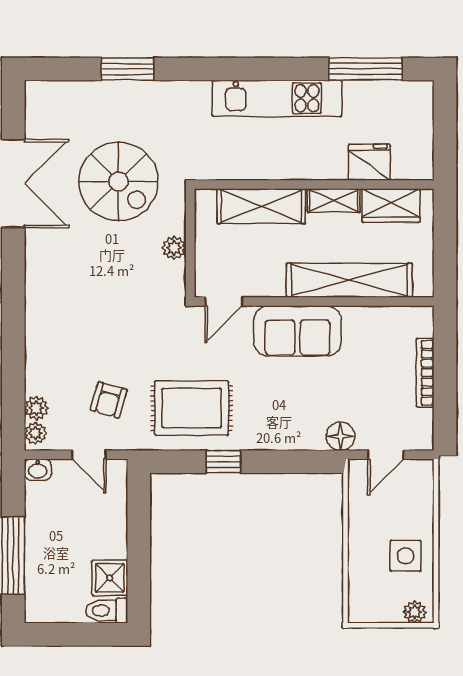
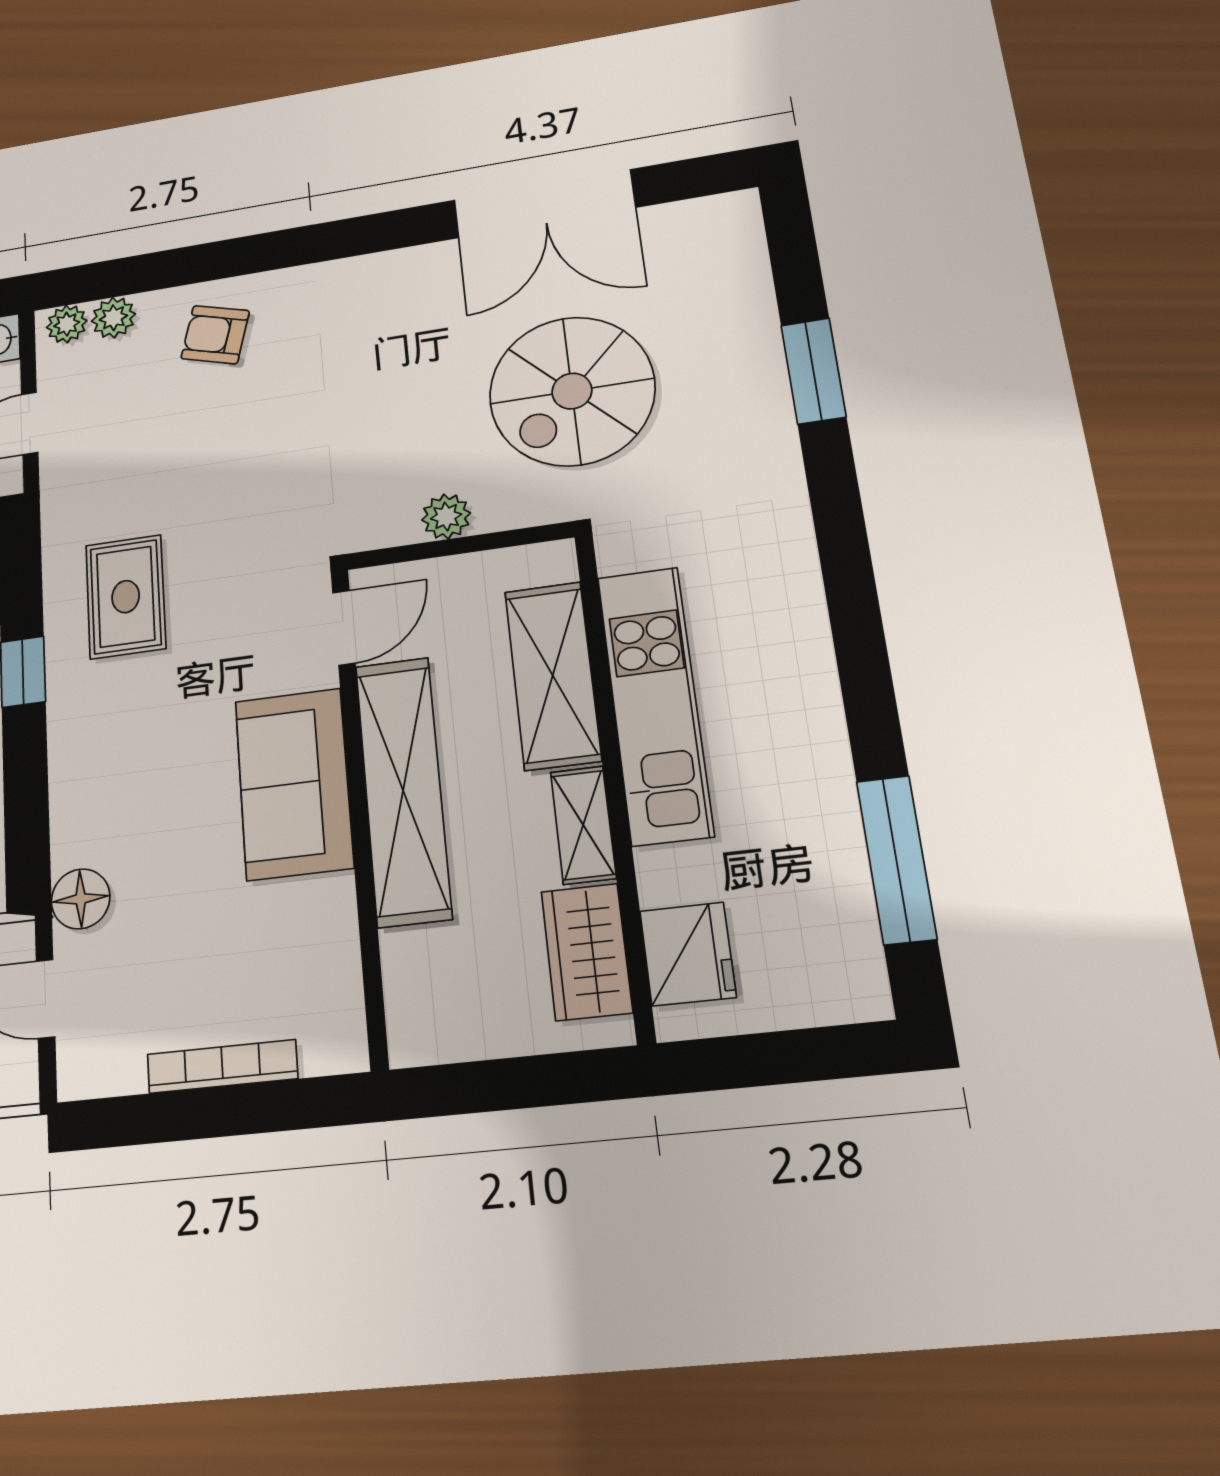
kitchen unit: (277, 98) -> (655, 704), moved, turned 180
fridge: (369, 162) -> (688, 954), moved
shelving: (349, 280) -> (403, 790), moved
door: (224, 301) -> (344, 628), swing flipped
armchair: (109, 400) -> (215, 335), moved
rug: (192, 408) -> (126, 597), width x0.73, depth x0.70

